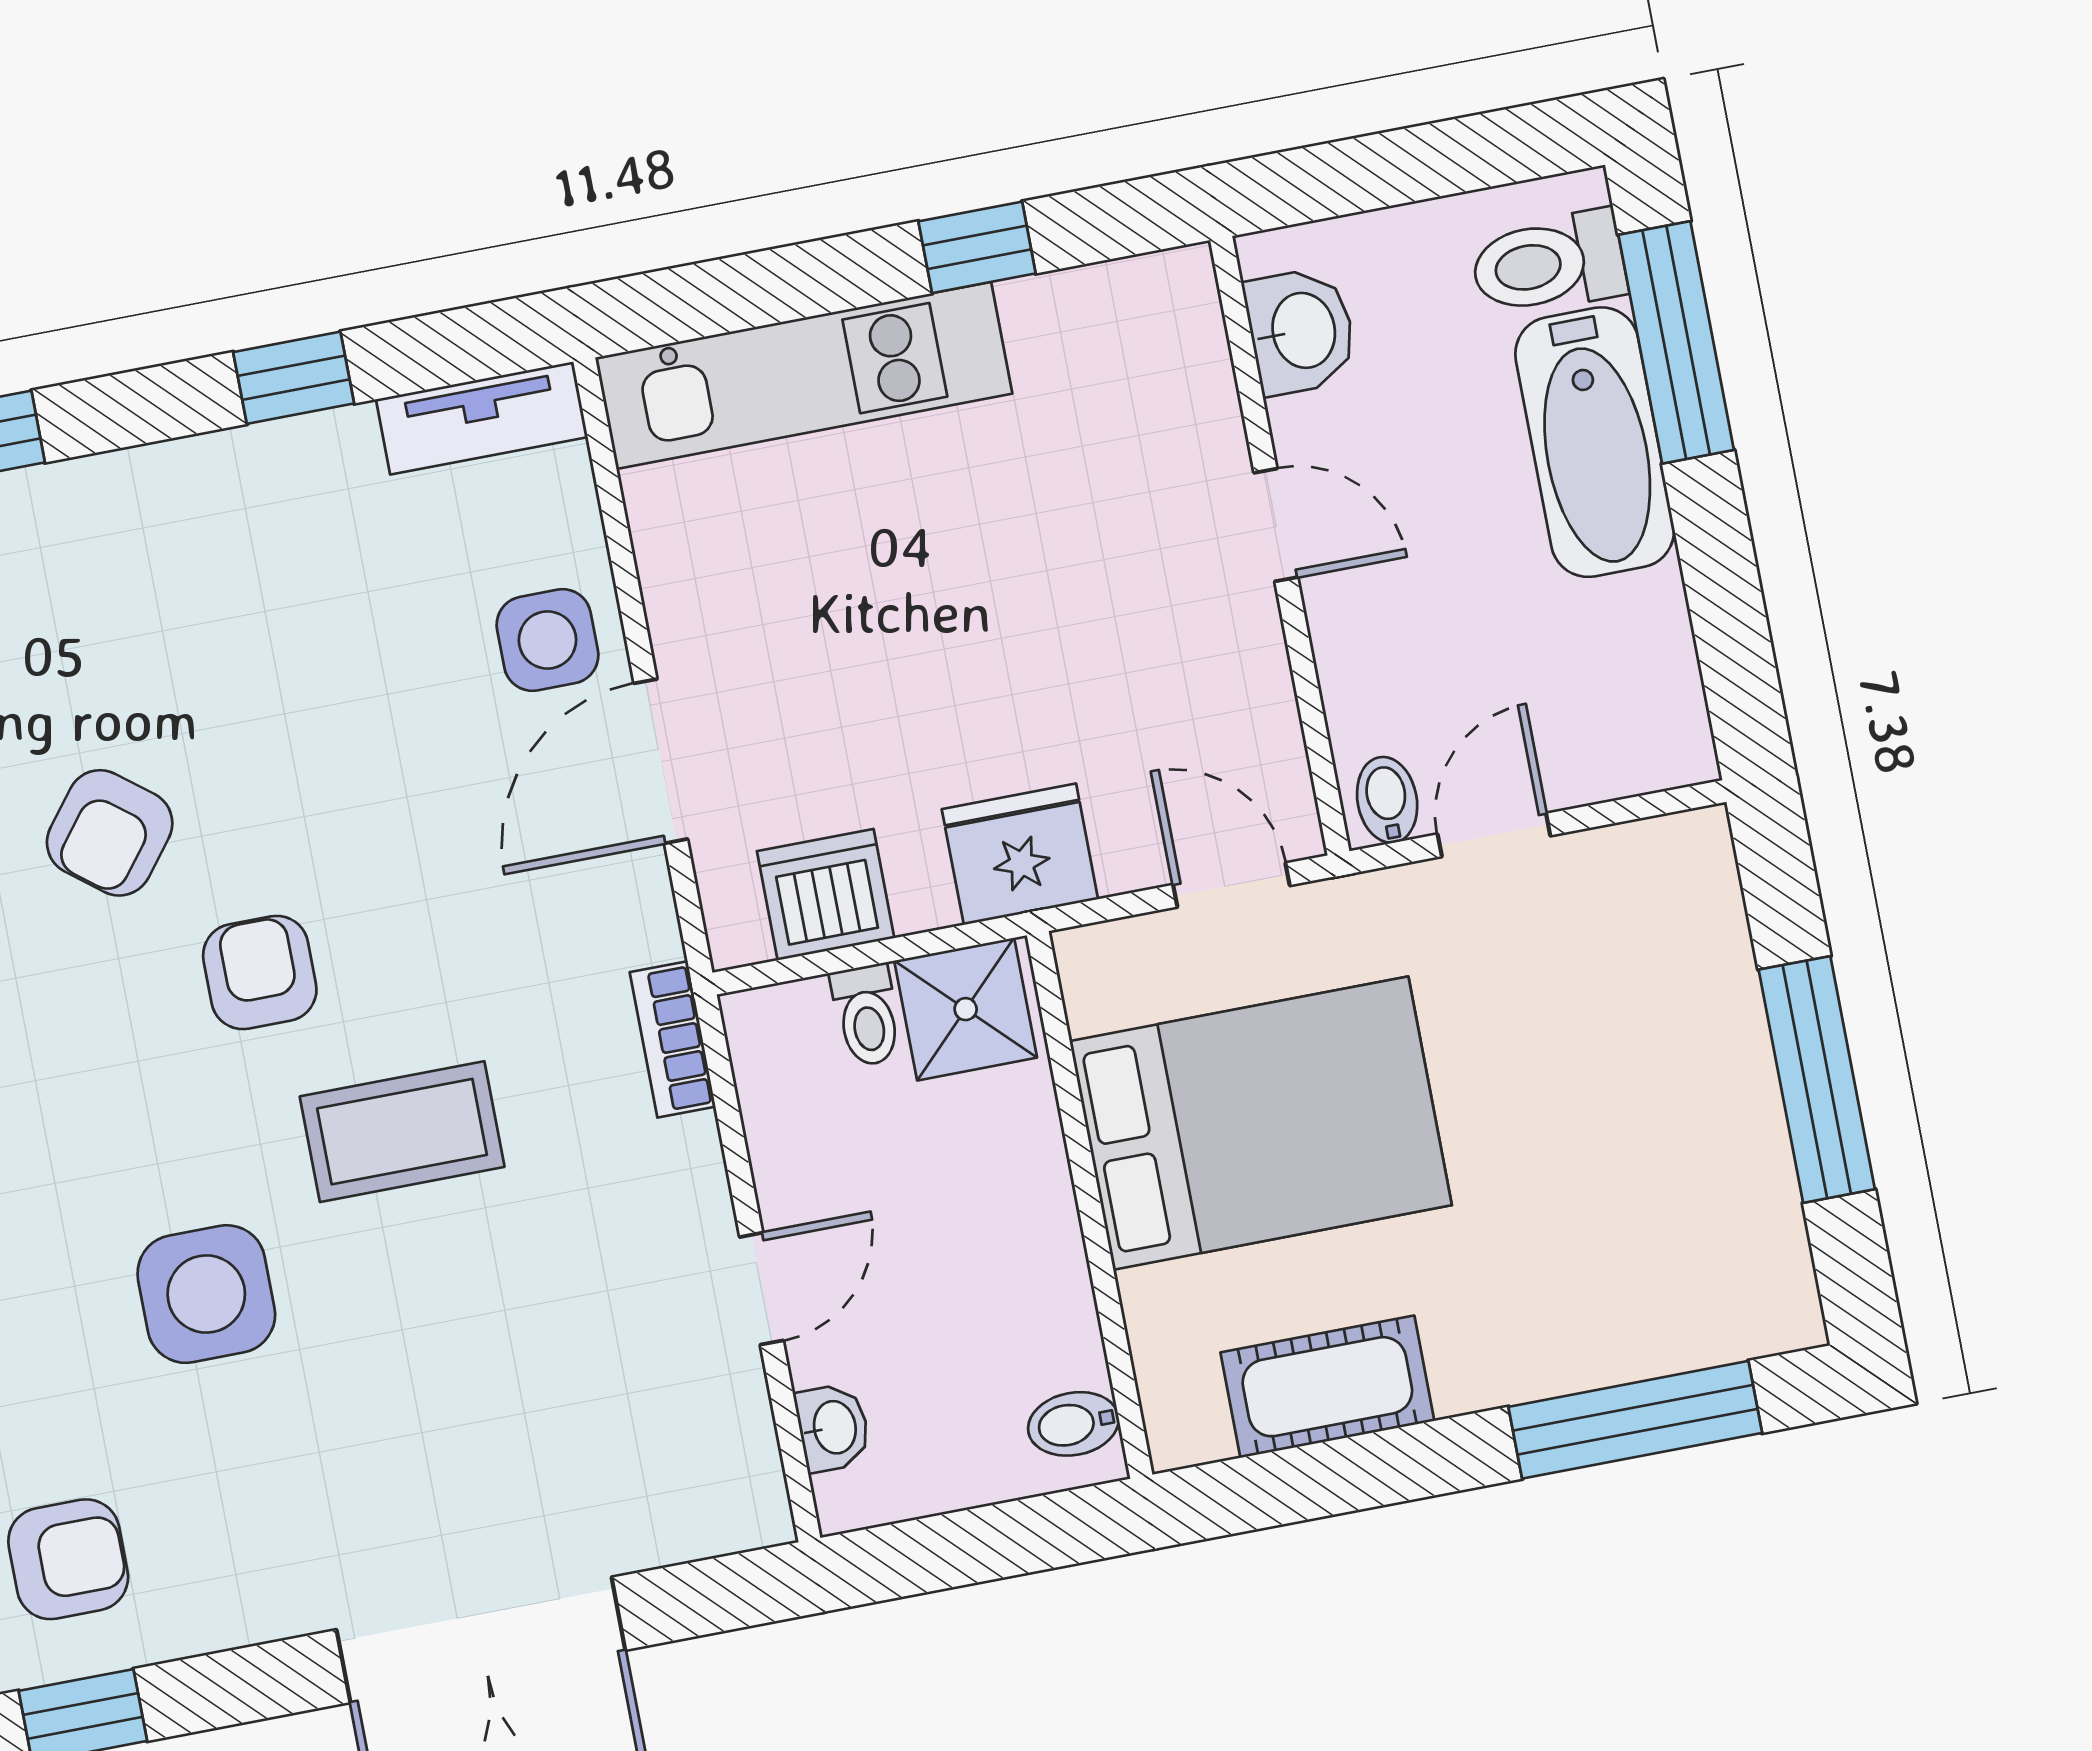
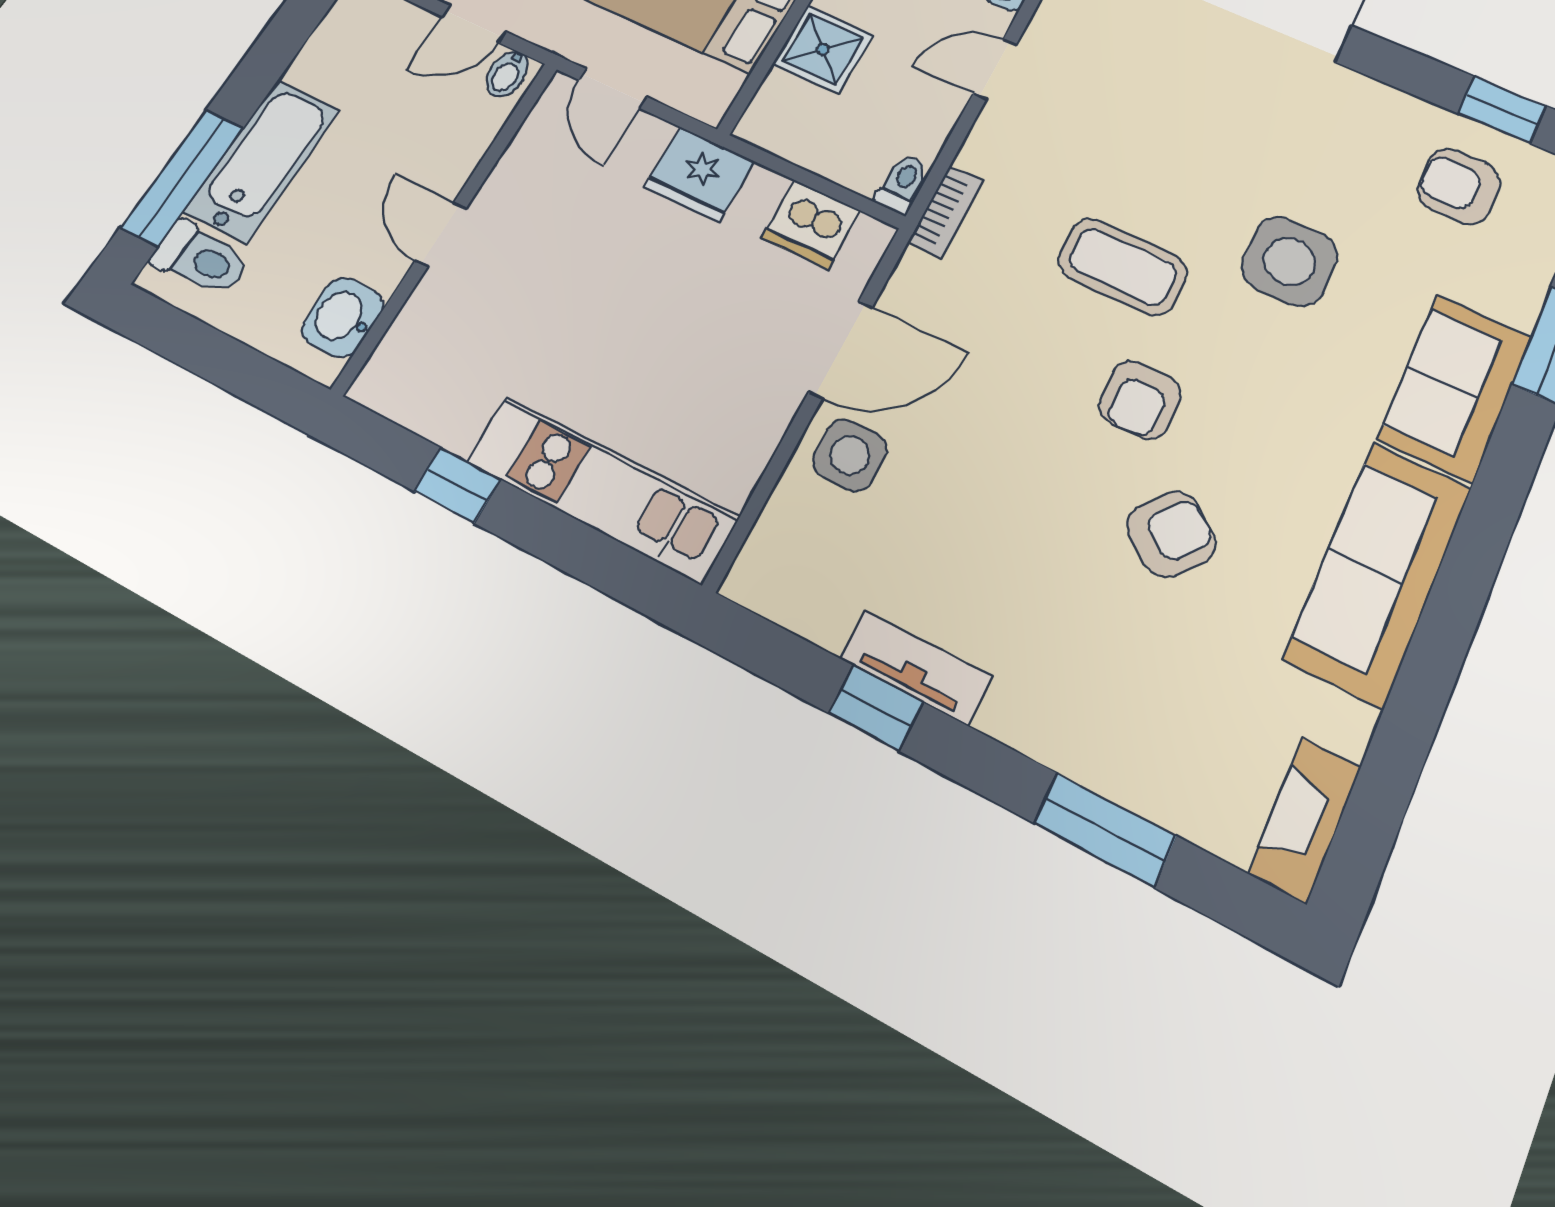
tv unit: (482, 418) -> (916, 668), moved
shower: (966, 1009) -> (823, 49), moved
toilet: (867, 1015) -> (903, 184), moved

